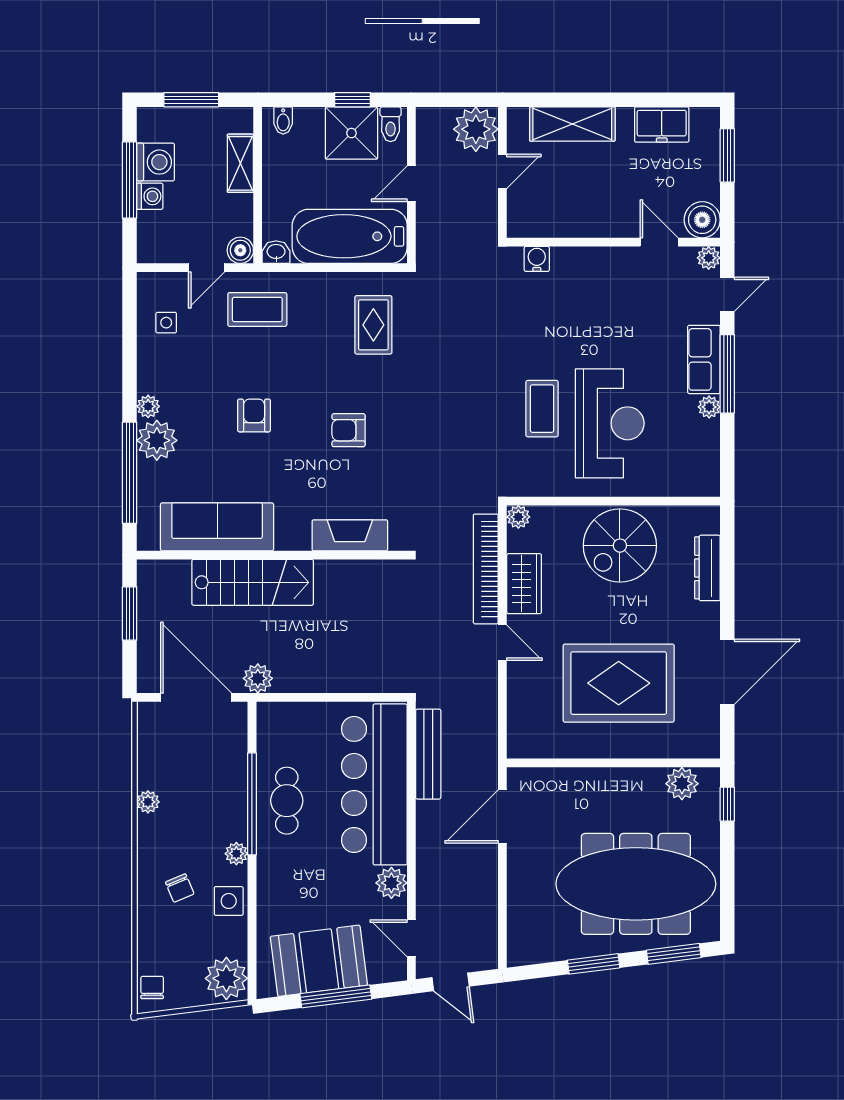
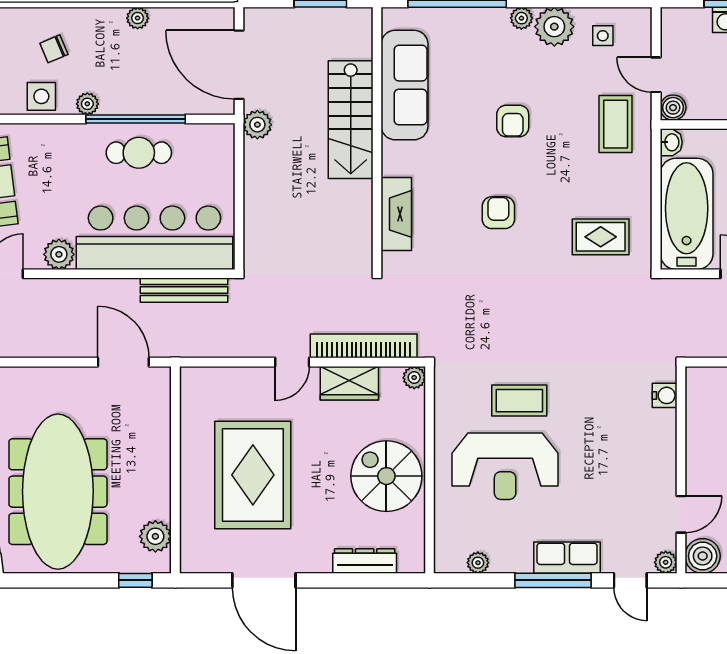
plant: (709, 407) -> (478, 563), moved
armchair: (254, 415) -> (513, 121), turned 90
plant: (157, 440) -> (554, 27), moved
door: (196, 697) -> (239, 65), swing flipped

